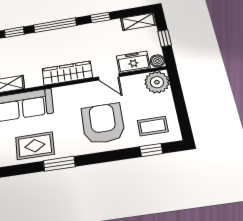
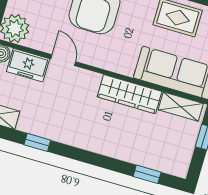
window: (55, 25) -> (95, 159), removed
wardrobe: (67, 73) -> (129, 94), moved

